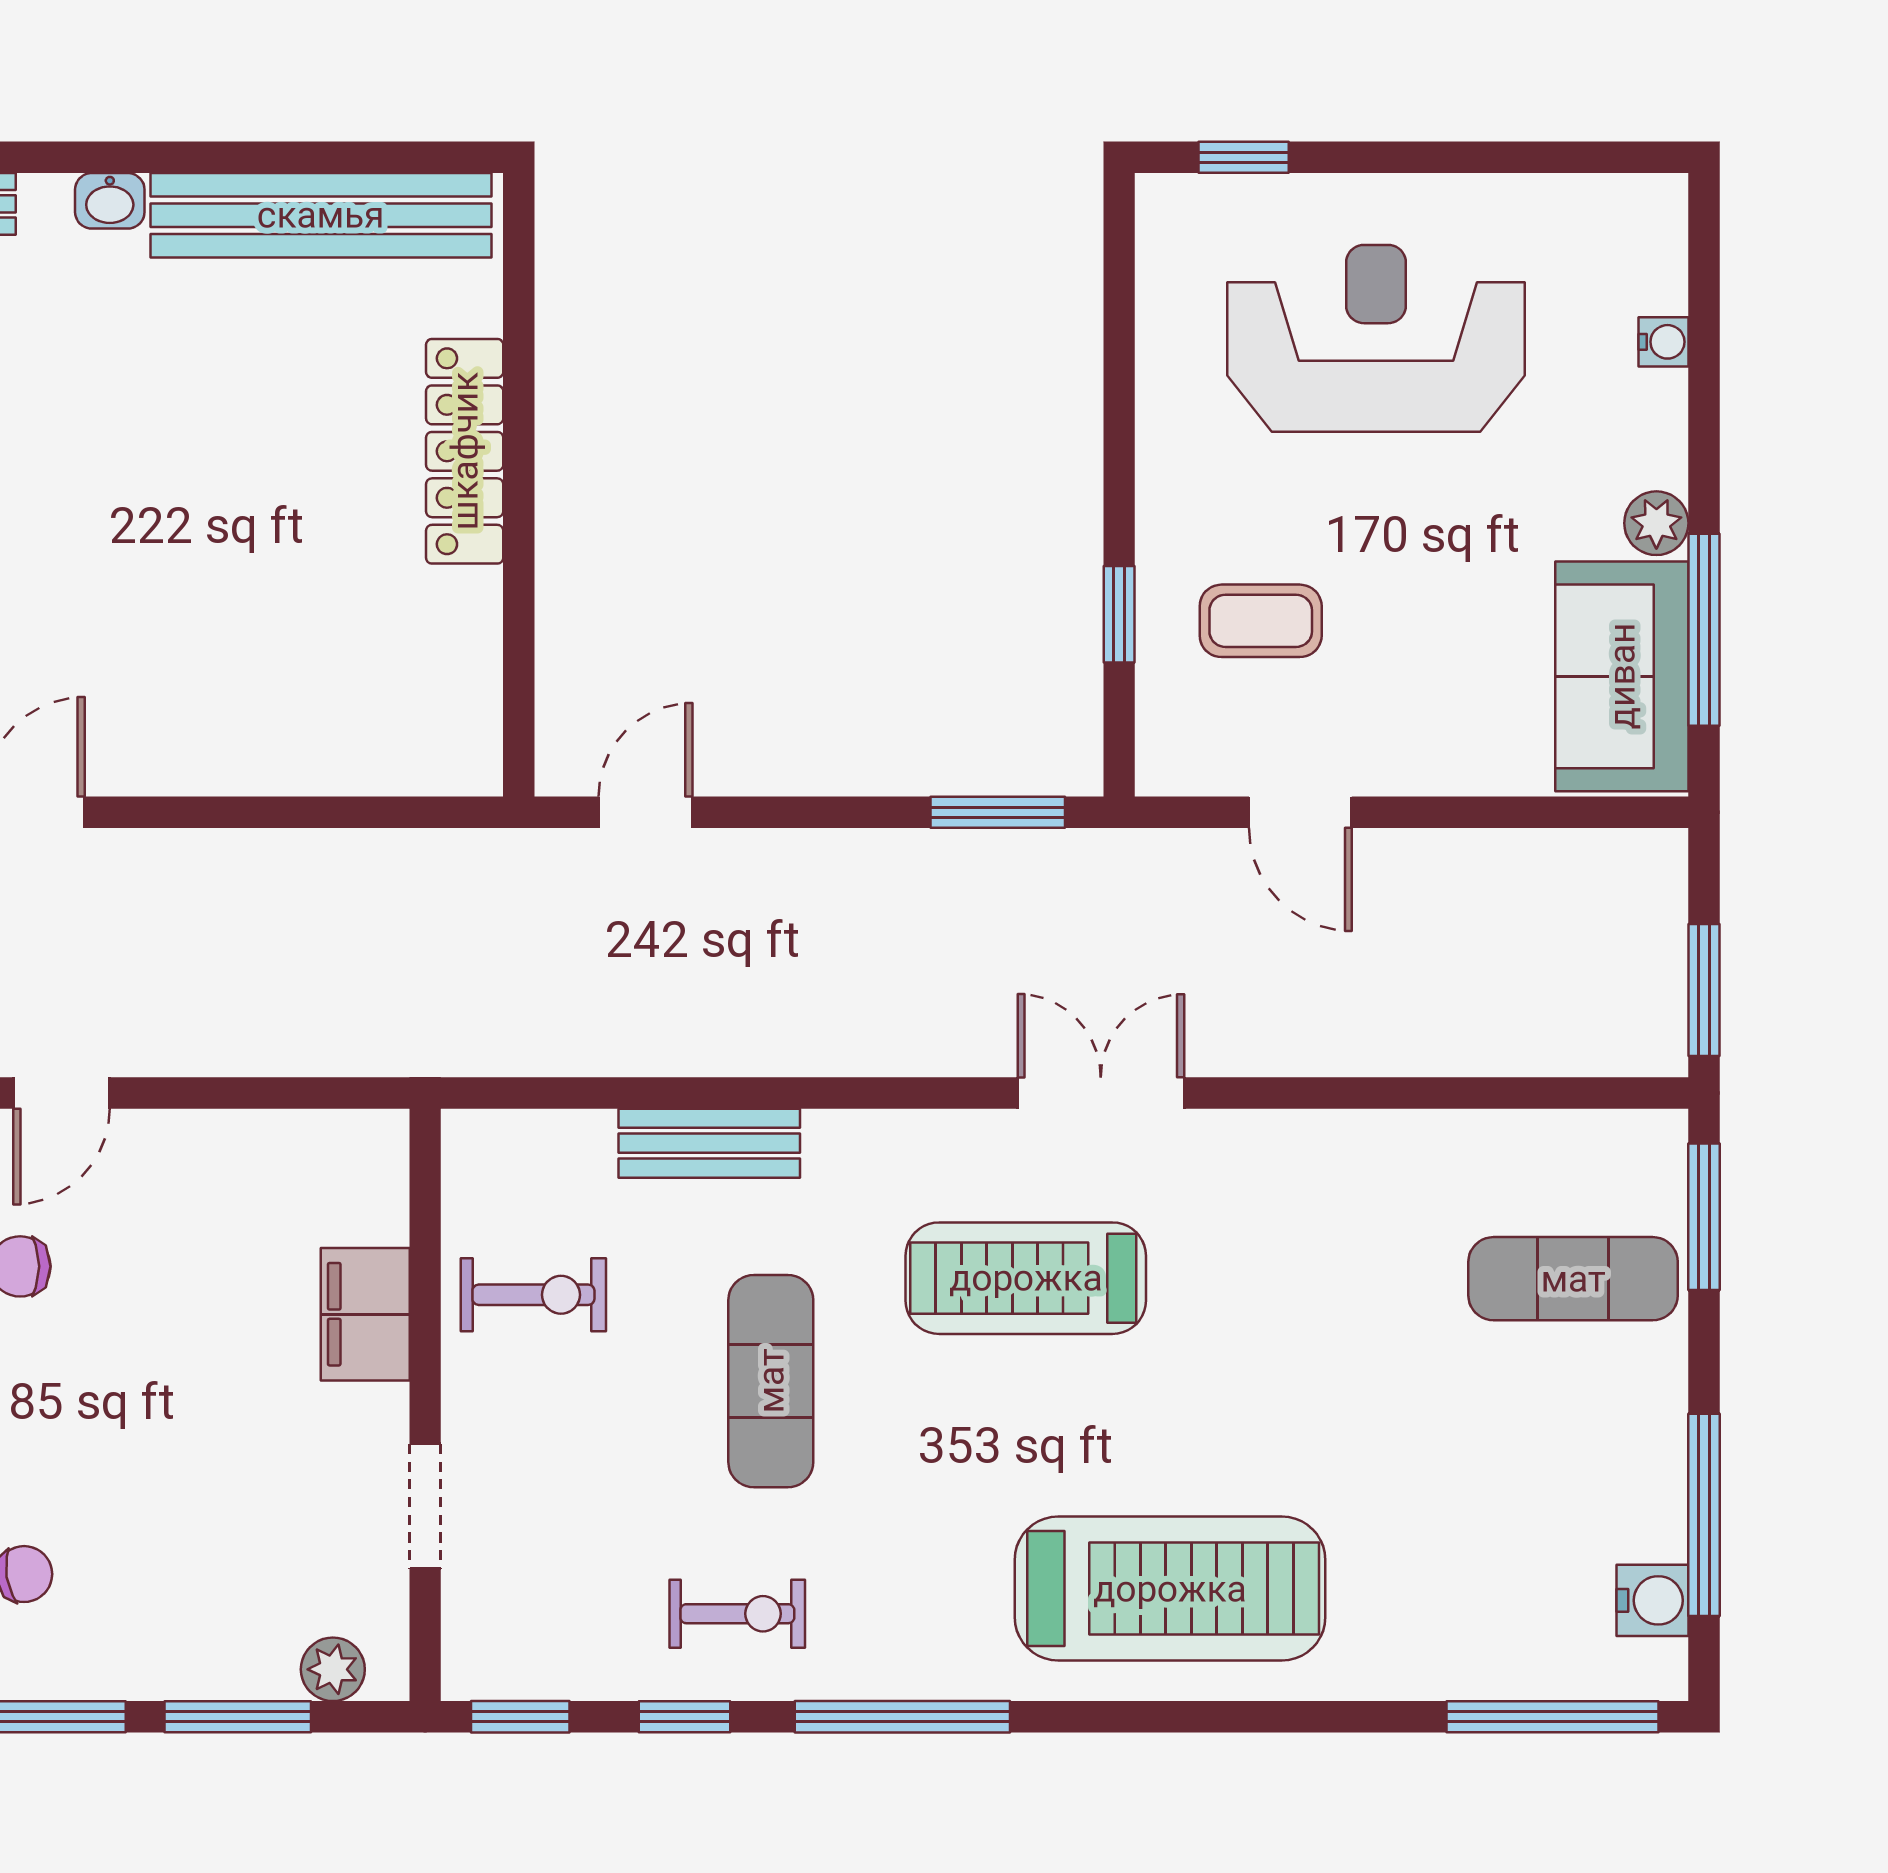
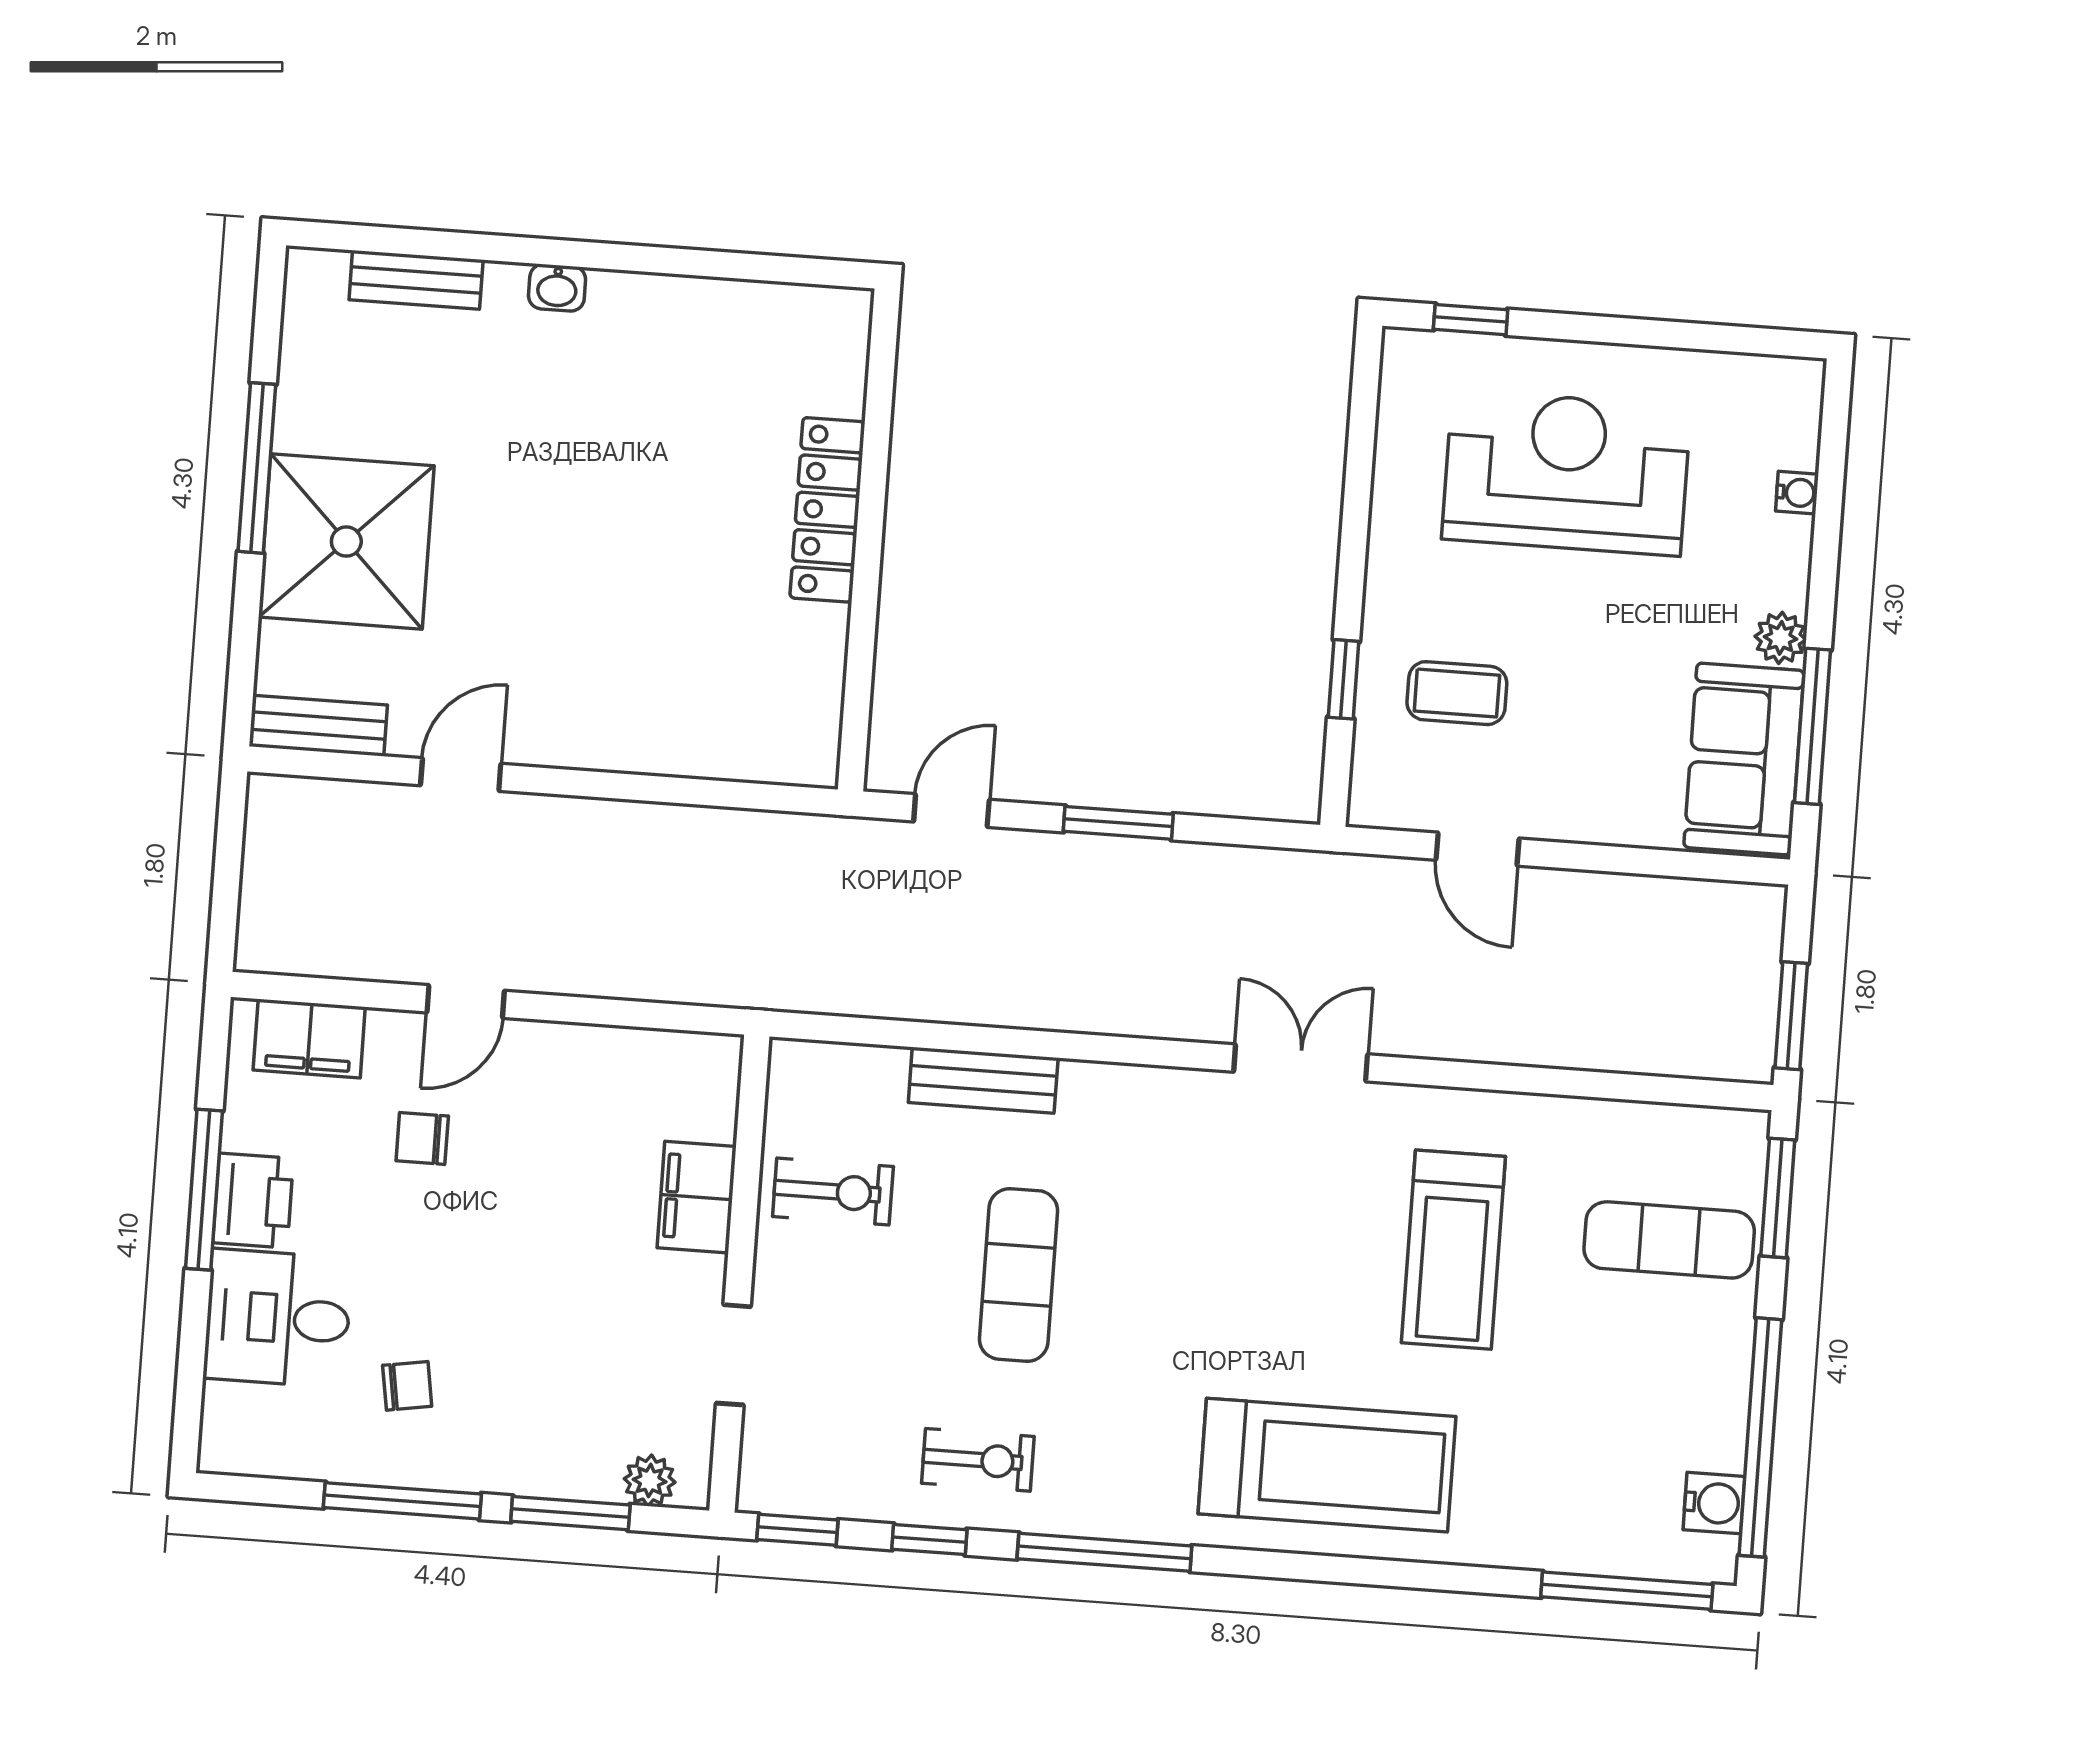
bench: (321, 215) -> (726, 312), removed
window: (998, 812) -> (1118, 823), moved
treadmill: (1026, 1278) -> (1453, 1250), moved, turned -90
window: (1704, 1515) -> (1760, 1437), width x1.46

